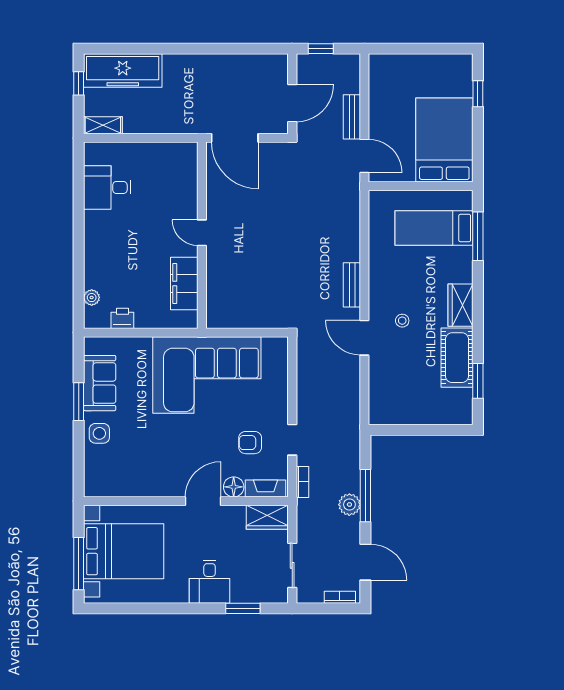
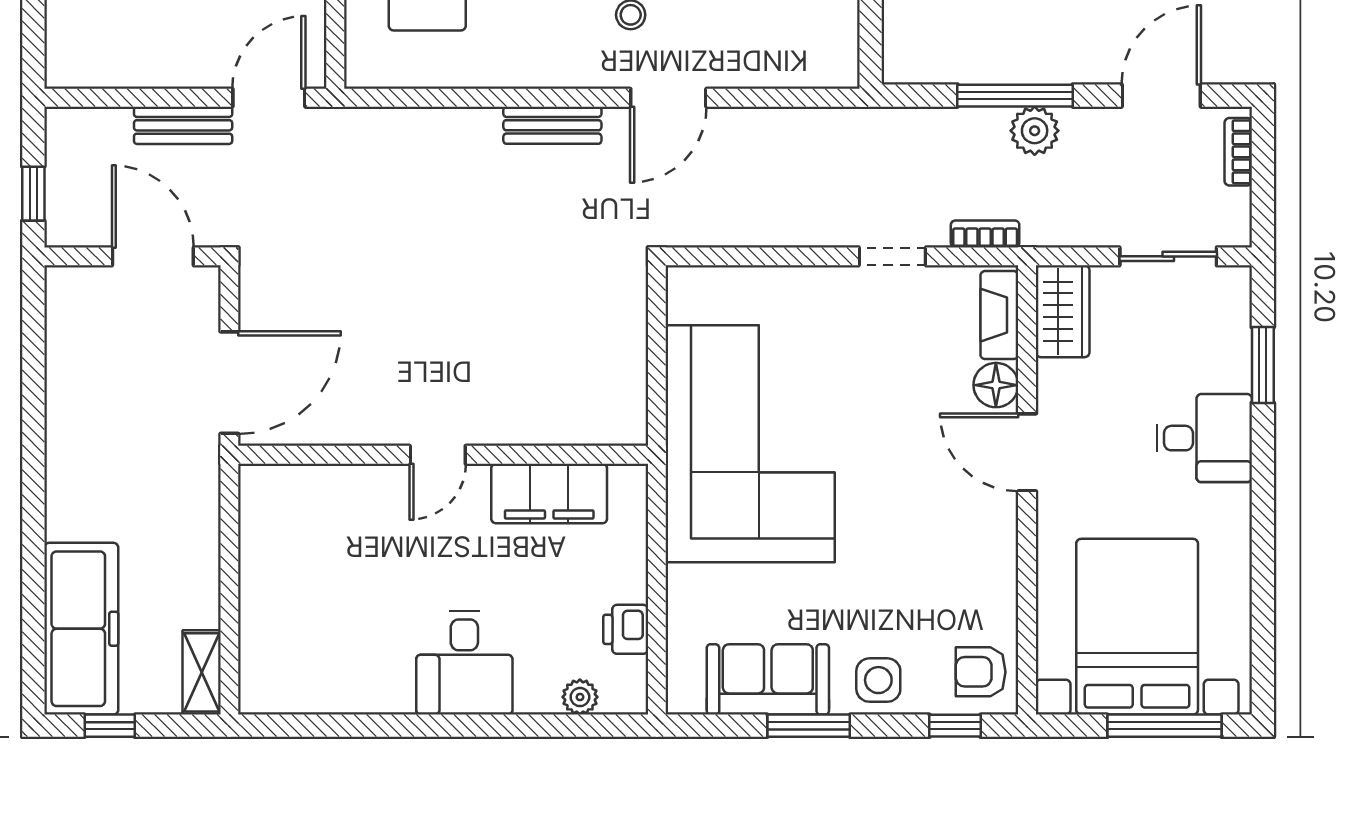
desk: (107, 187) -> (464, 663), moved
armchair: (250, 443) -> (981, 672), moved, turned 90
window: (79, 468) -> (955, 726), added

